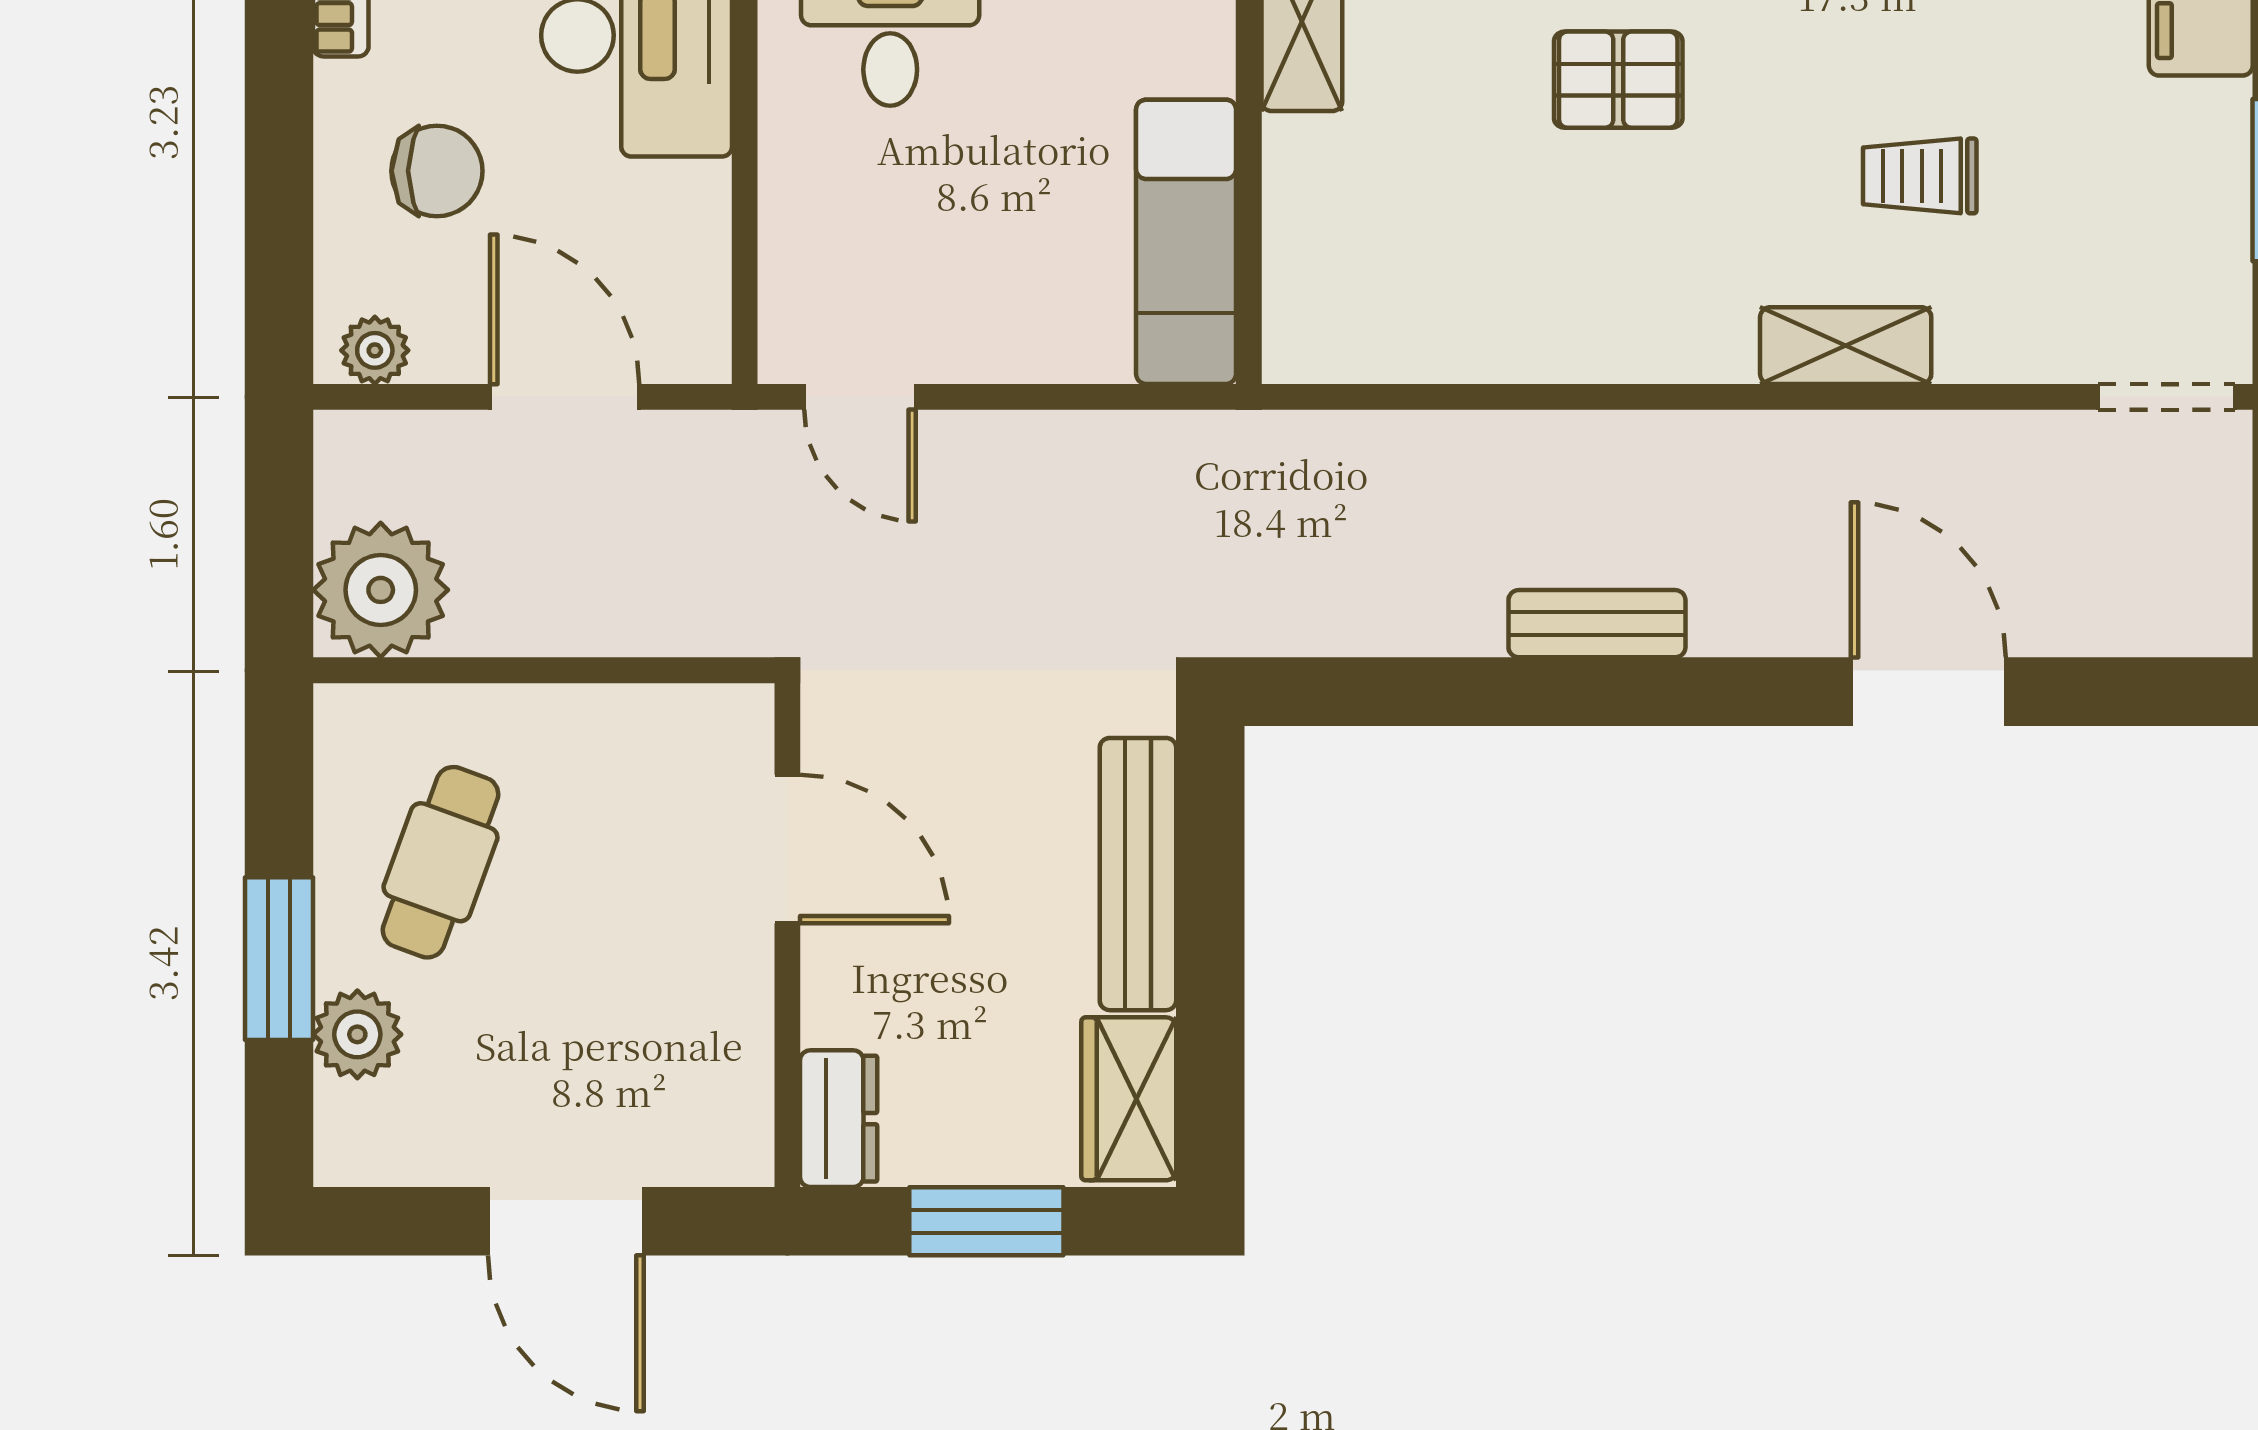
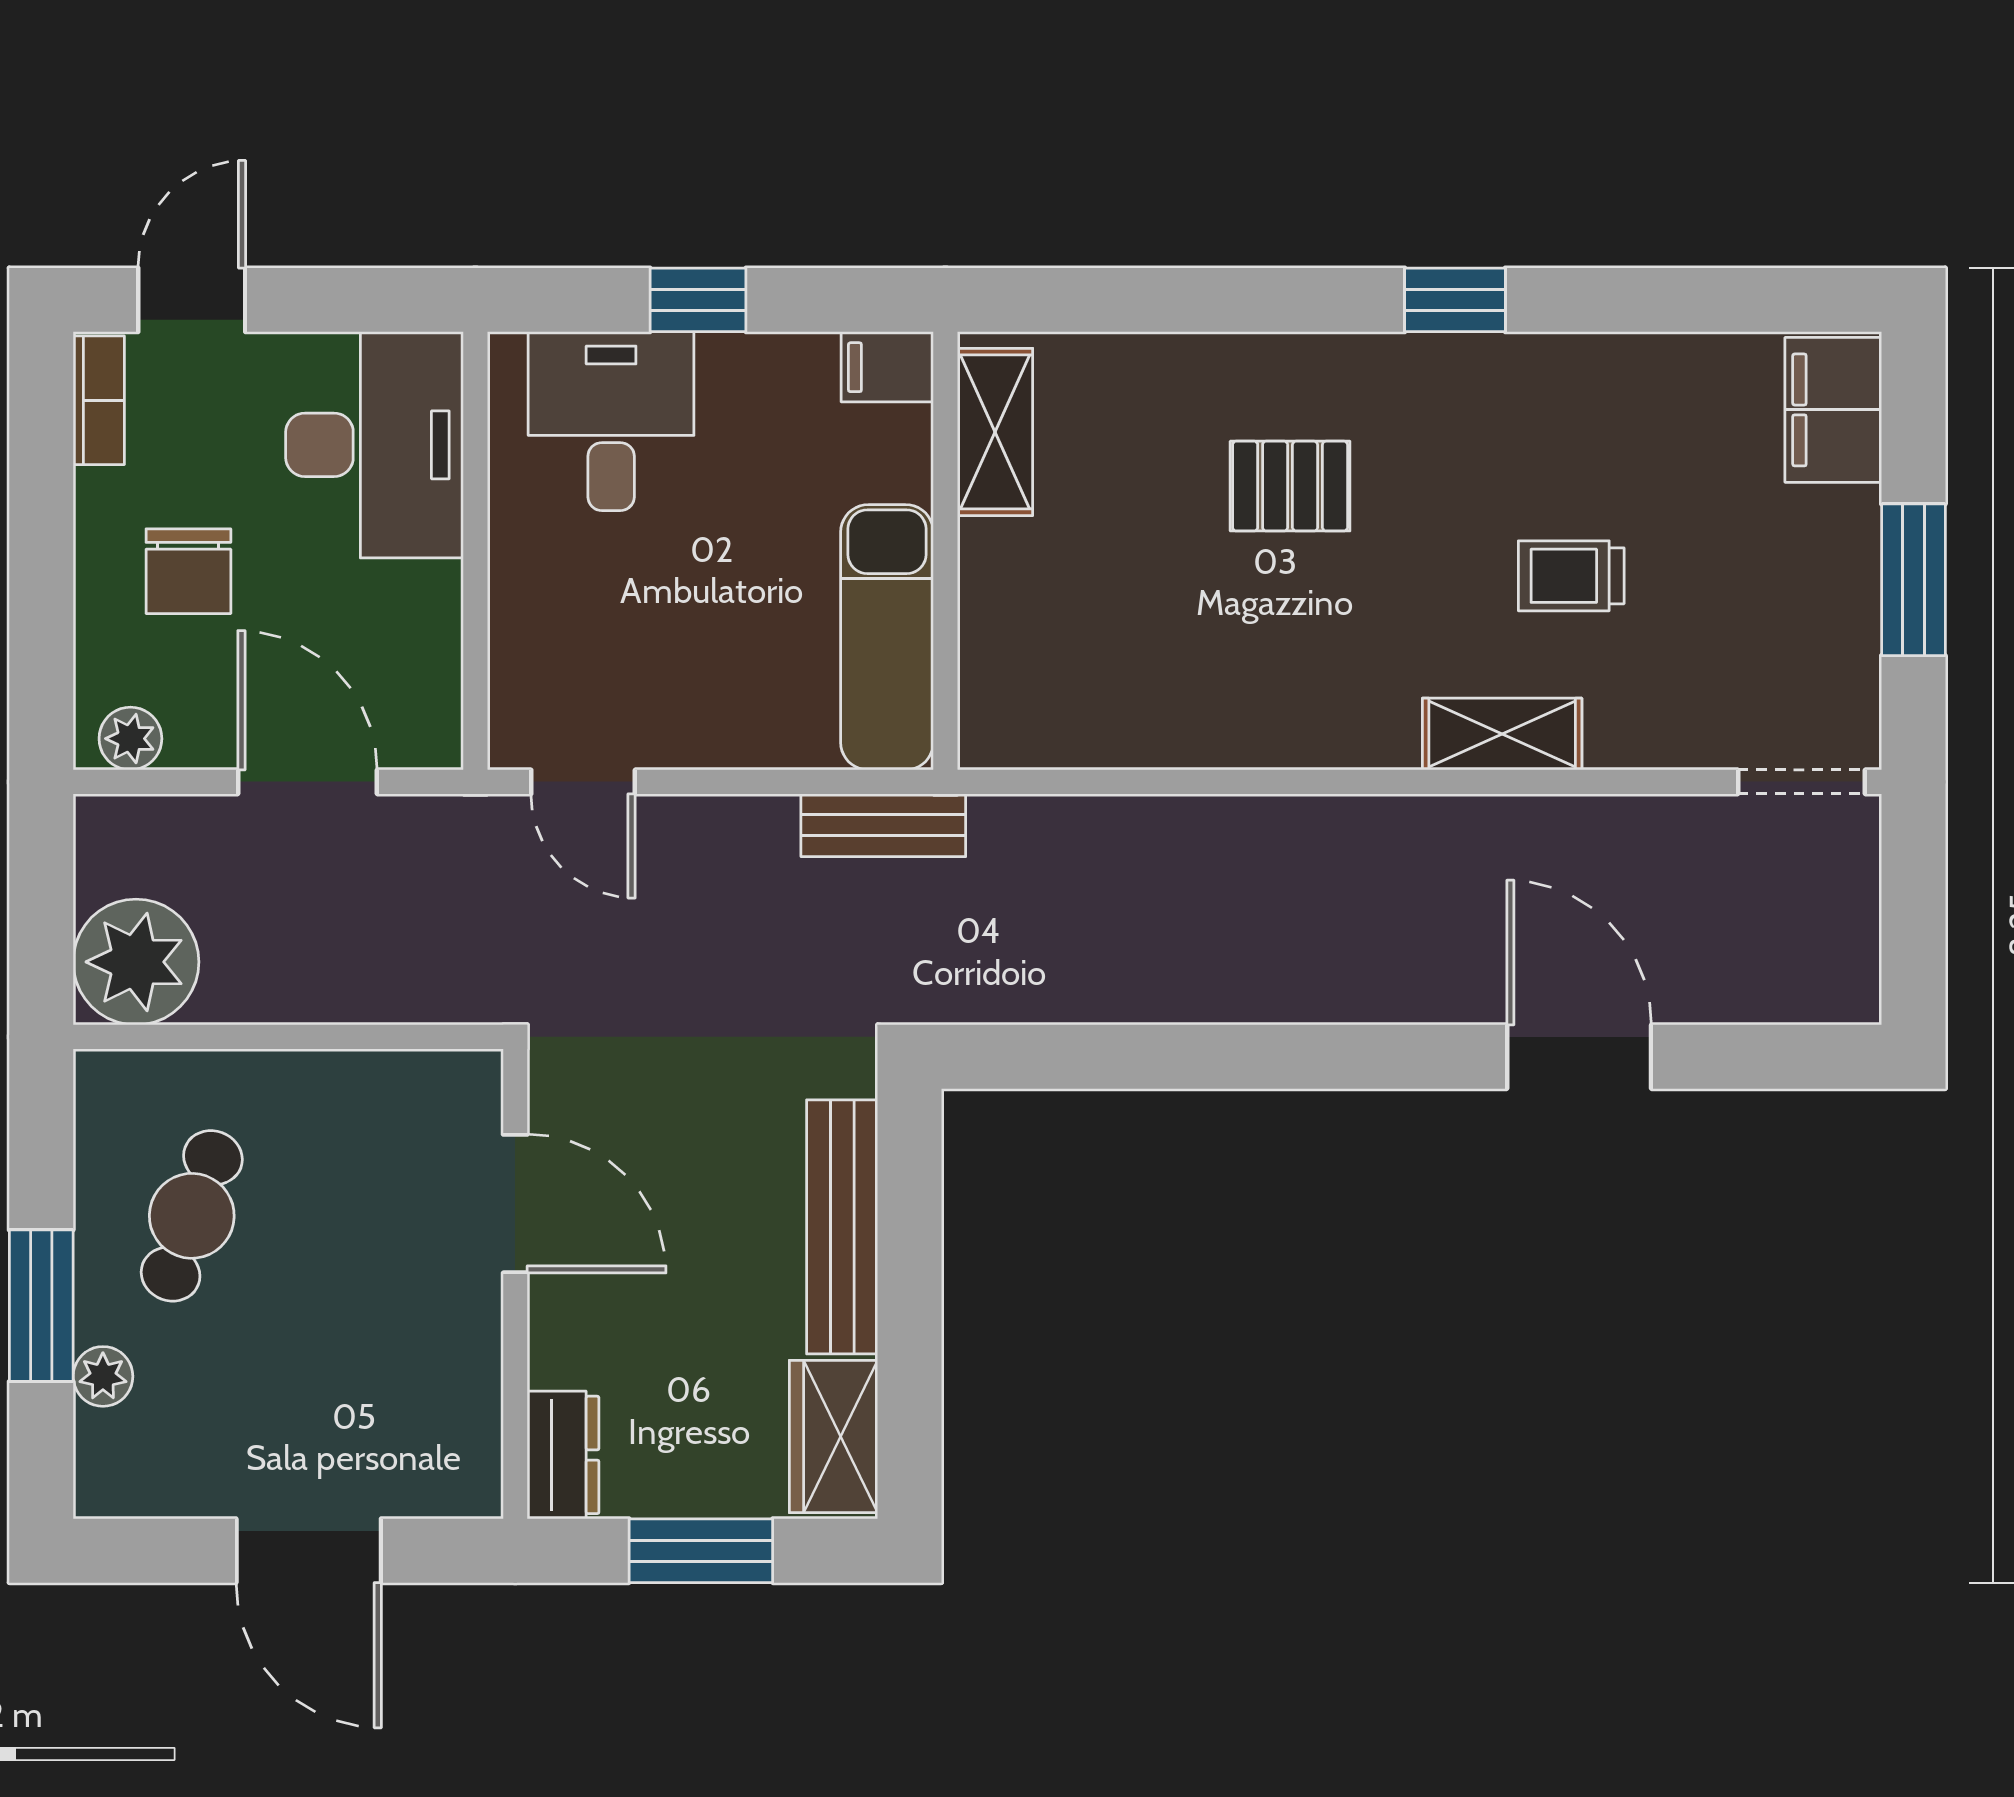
chair: (437, 171) -> (188, 571), turned 90
bench: (1597, 624) -> (883, 825), moved
plant: (357, 1034) -> (103, 1376), width x0.73, depth x0.73

